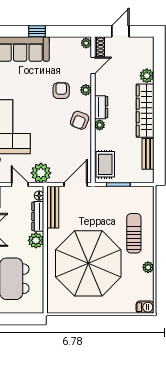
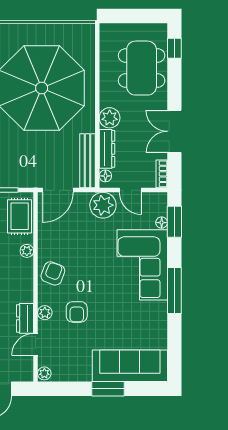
window: (37, 31) -> (108, 389), width x1.50
shoe rack: (99, 47) -> (27, 369), removed
dresser: (101, 107) -> (25, 318), moved
plant: (100, 125) -> (27, 251), moved

